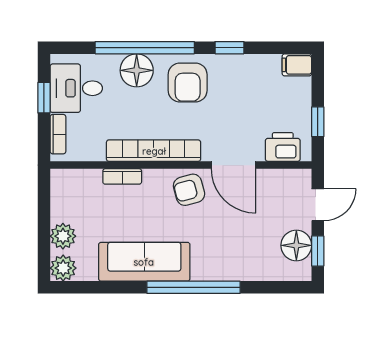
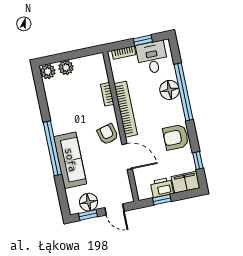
window: (229, 48) -> (198, 160), moved
filing cabinet: (297, 65) -> (186, 182), width x2.00
armchair: (188, 82) -> (176, 137), moved
printer: (283, 147) -> (162, 187), moved, turned -90
door: (233, 165) -> (127, 157), swing flipped
sofa: (144, 262) -> (70, 160), moved

